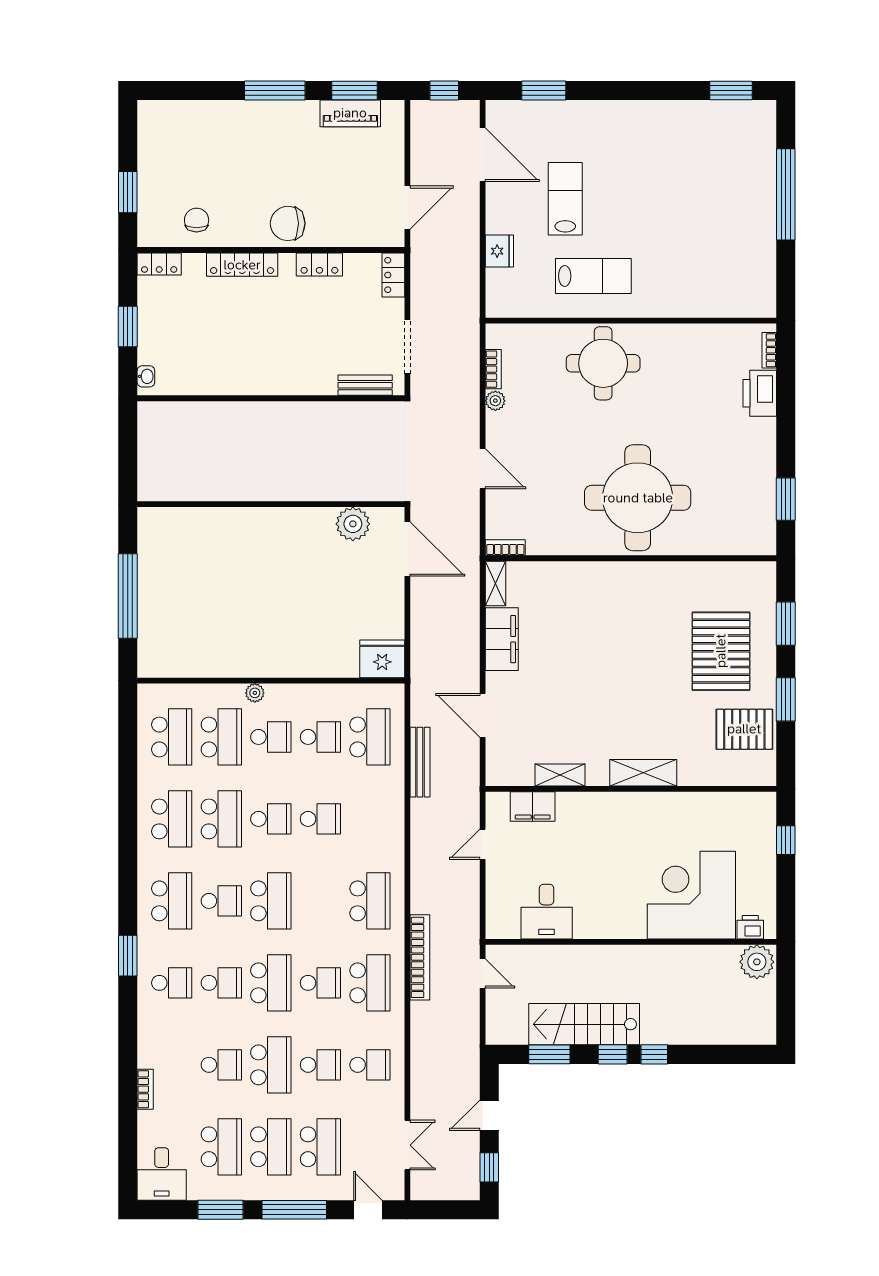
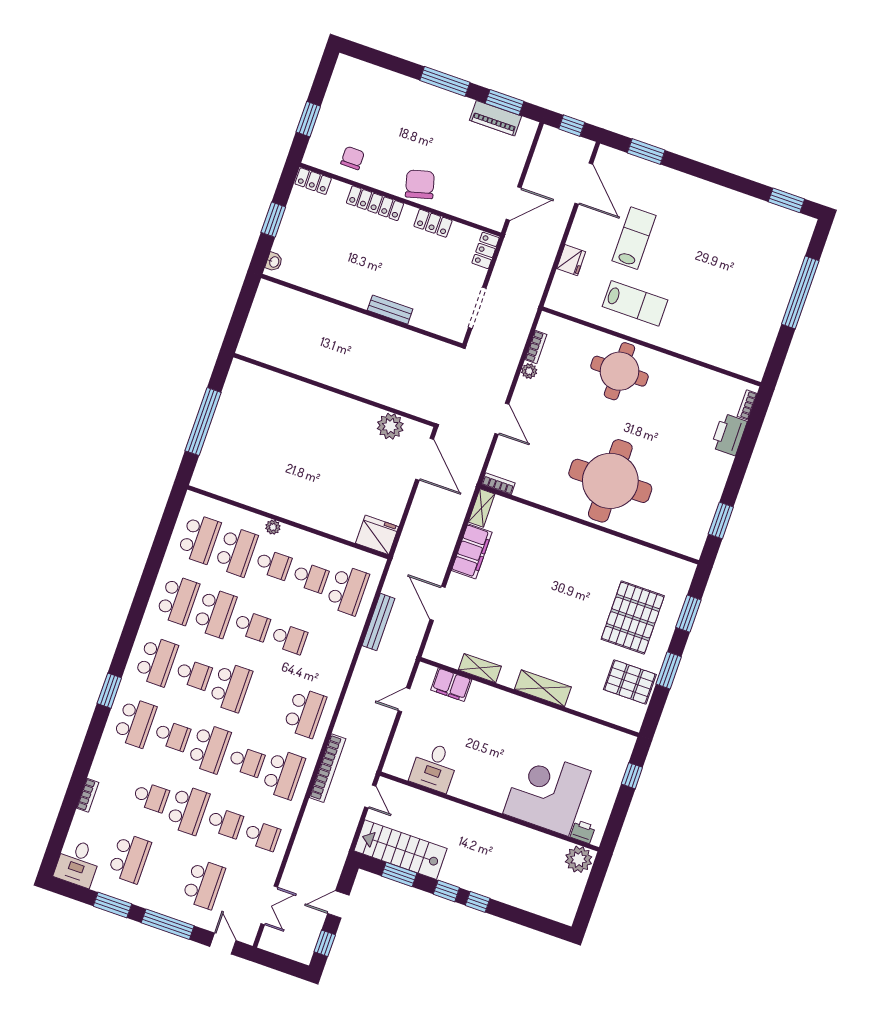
chair: (288, 223) -> (420, 184), turned 75
bench: (365, 385) -> (390, 310), moved
school desk: (172, 983) -> (135, 723), width x1.85
stairs: (584, 1024) -> (400, 850), moved
school desk: (271, 1147) -> (167, 871), removed

